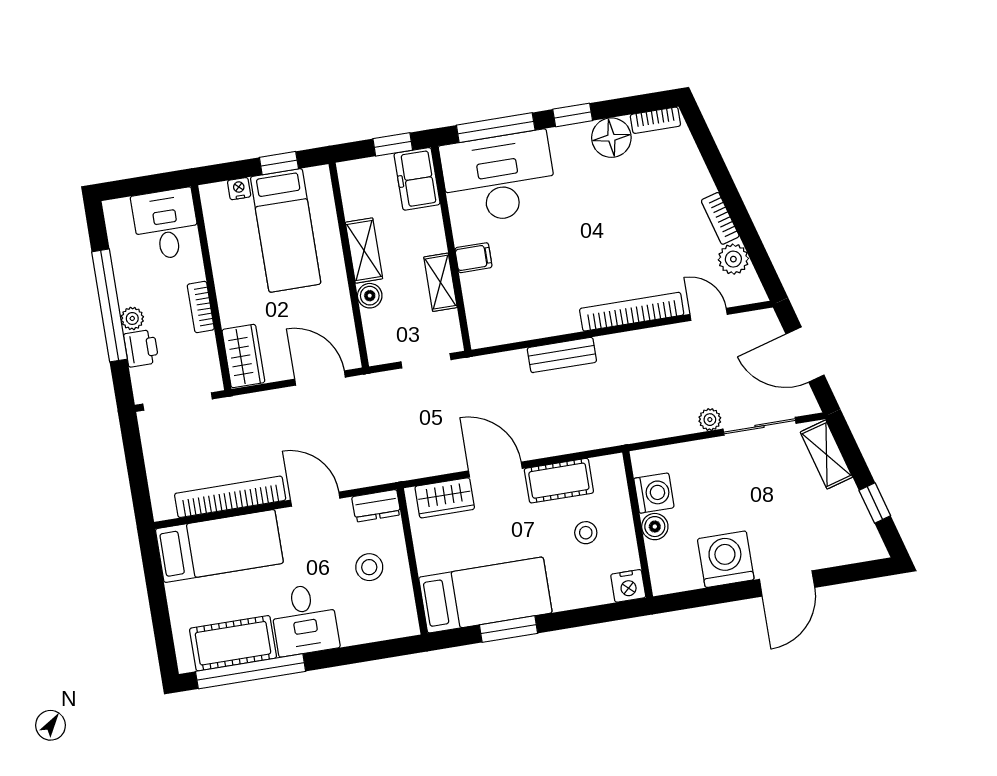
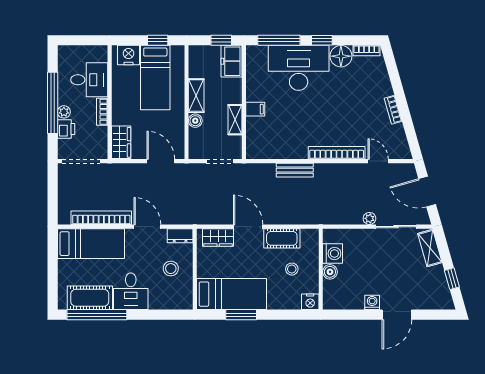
desk: (499, 178) -> (299, 68), moved
nightstand: (239, 189) -> (128, 55), width x1.89, depth x1.79
desk: (166, 224) -> (89, 80), moved, turned 90
plant: (733, 259) -> (397, 133), removed
washing machine: (726, 559) -> (372, 302), width x0.53, depth x0.53

